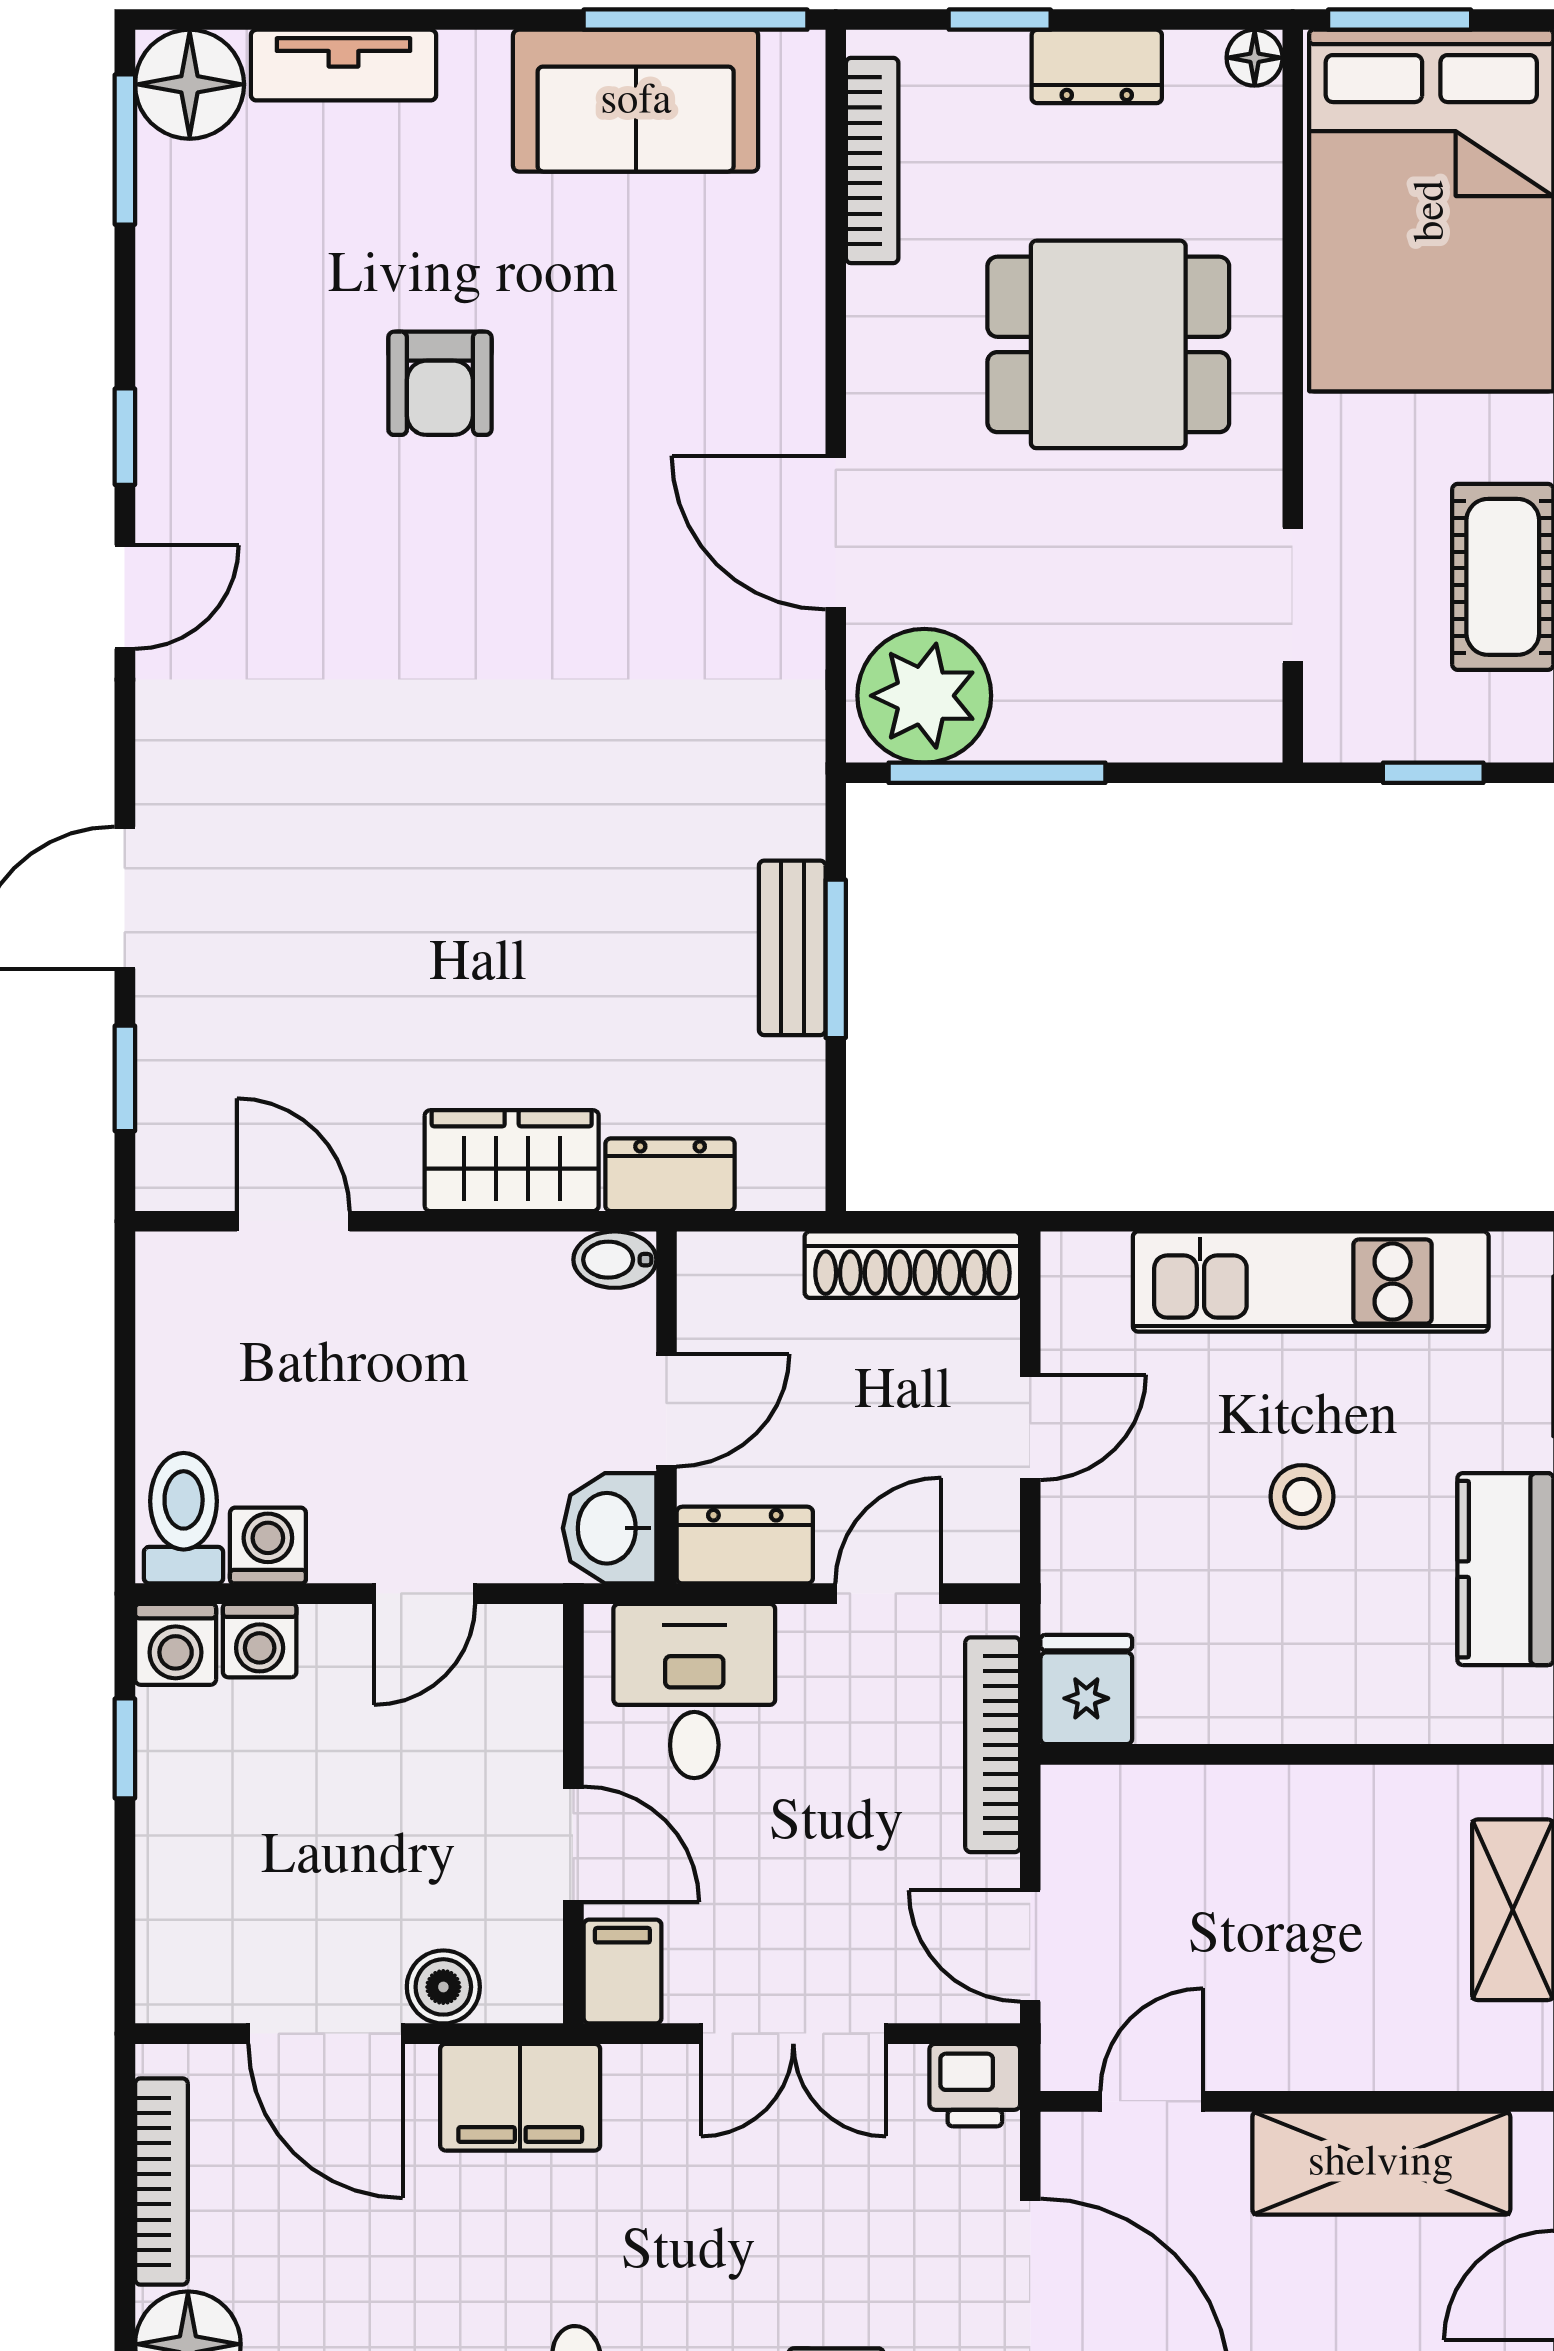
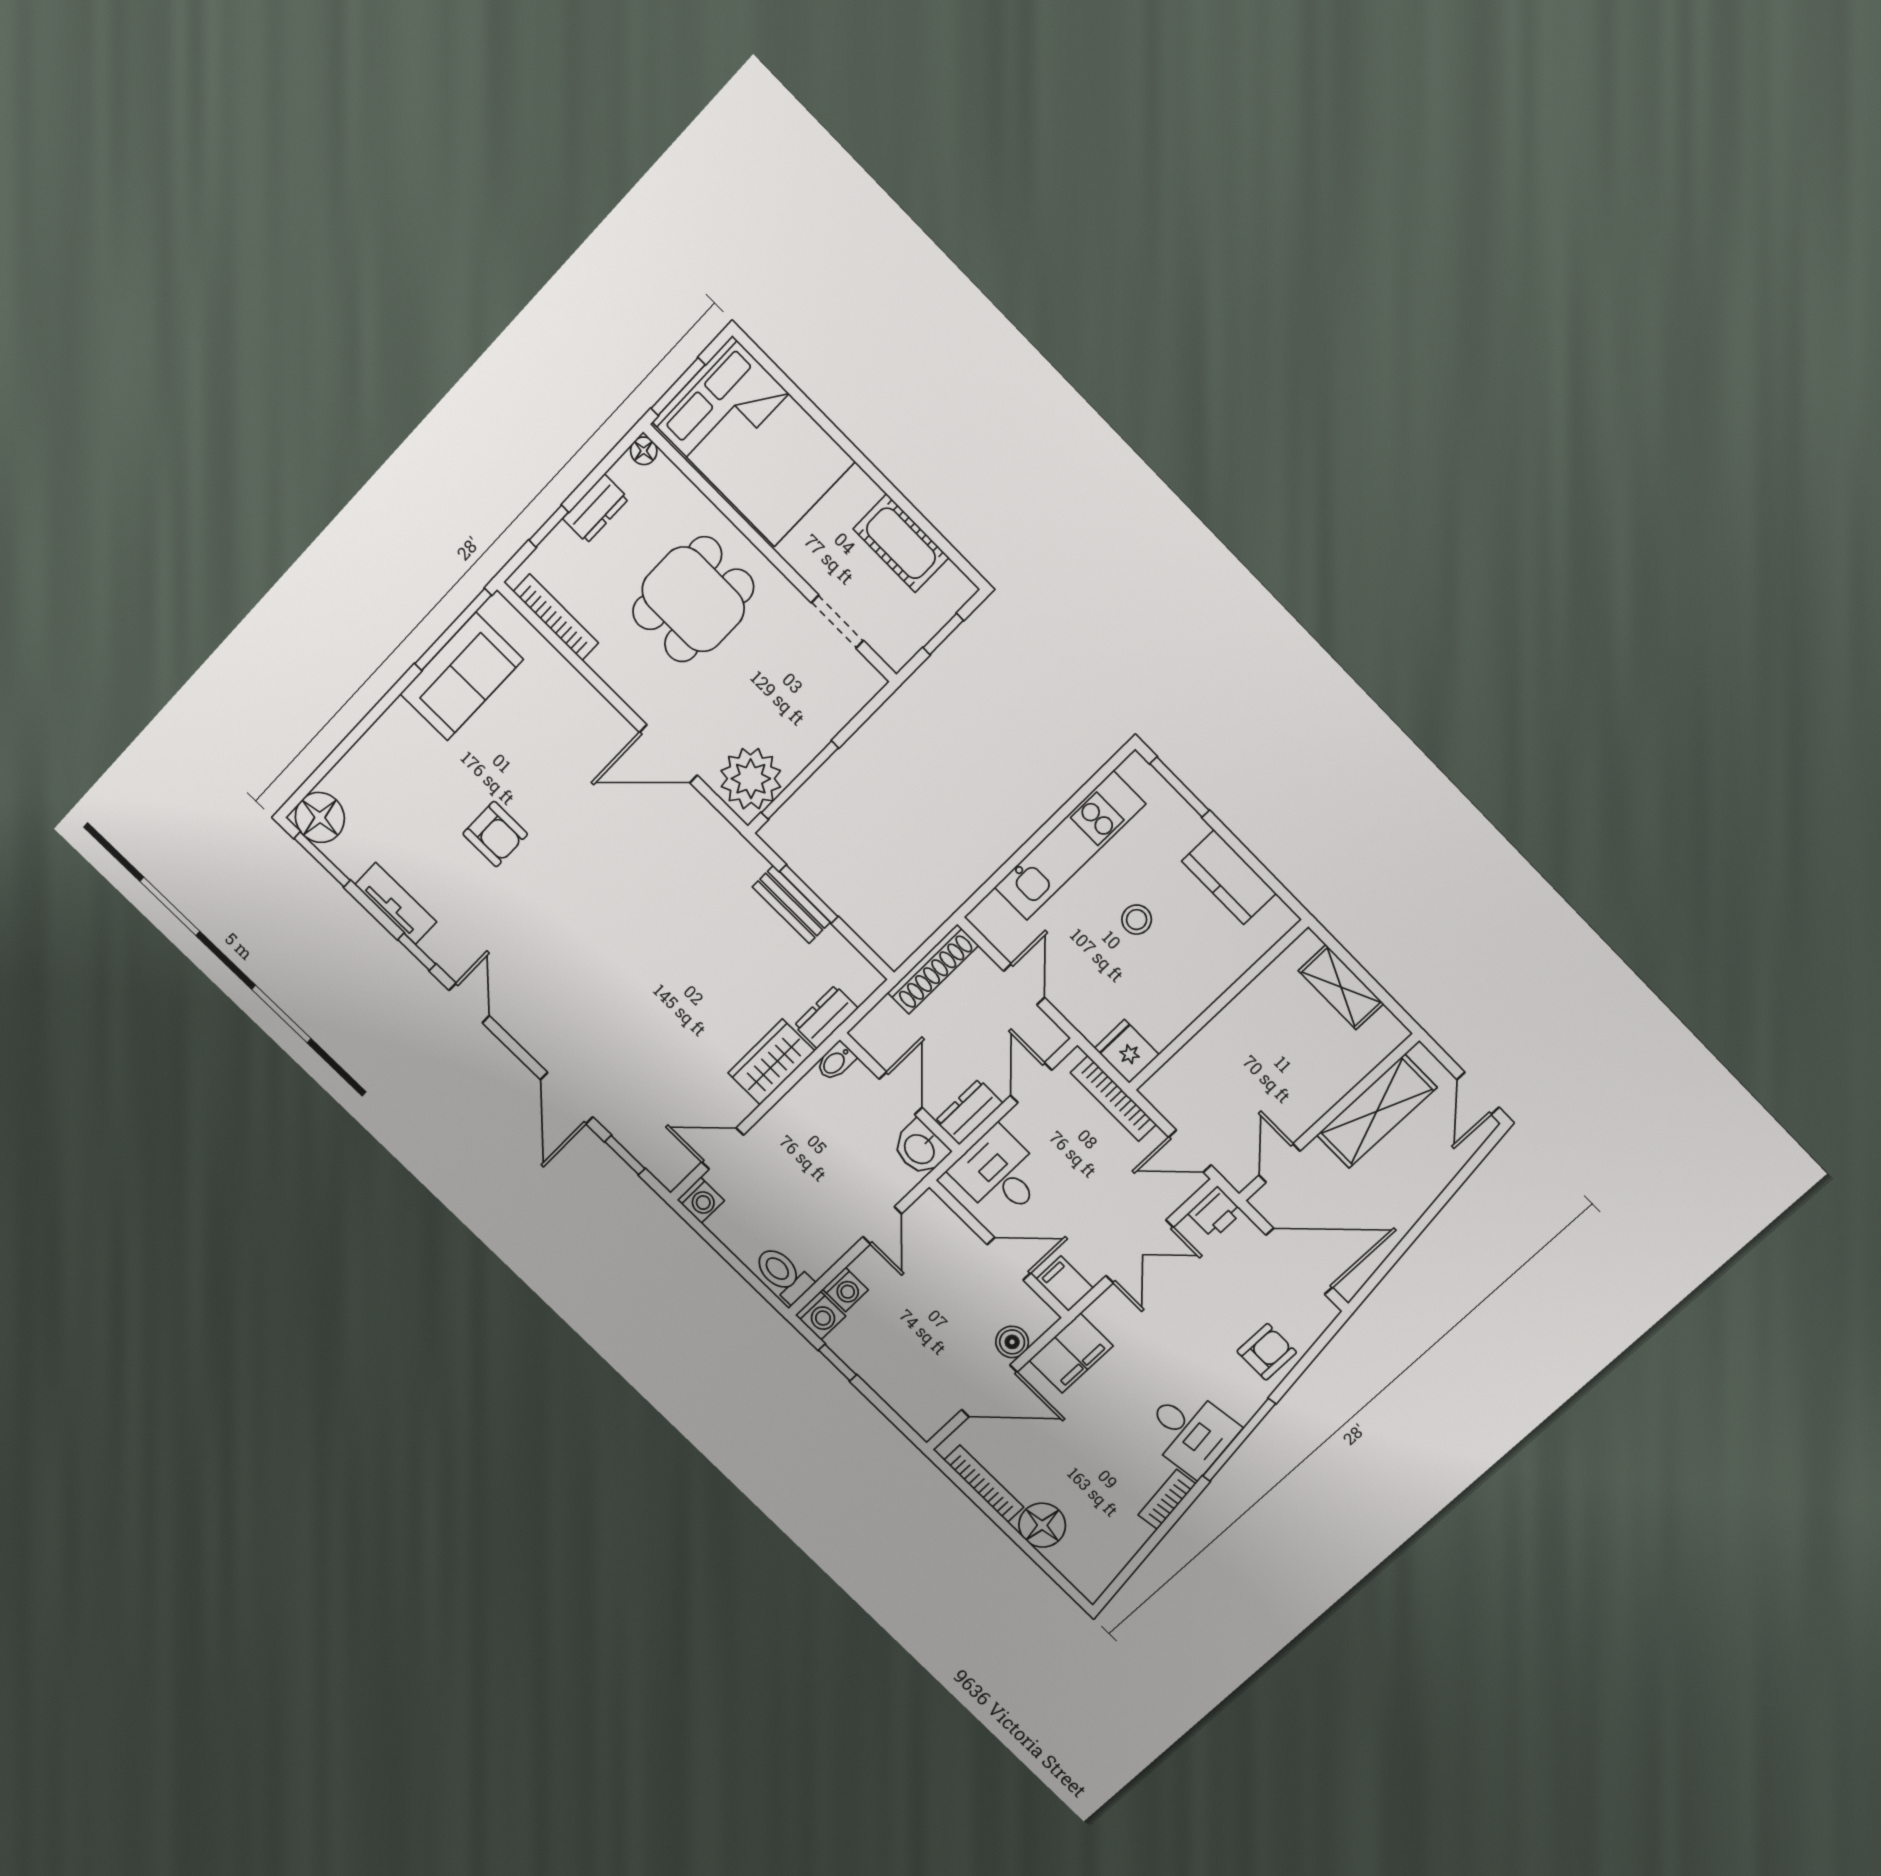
tv unit: (344, 65) -> (396, 903), moved, turned -90
washing machine: (268, 1545) -> (701, 1200), moved, turned 180

